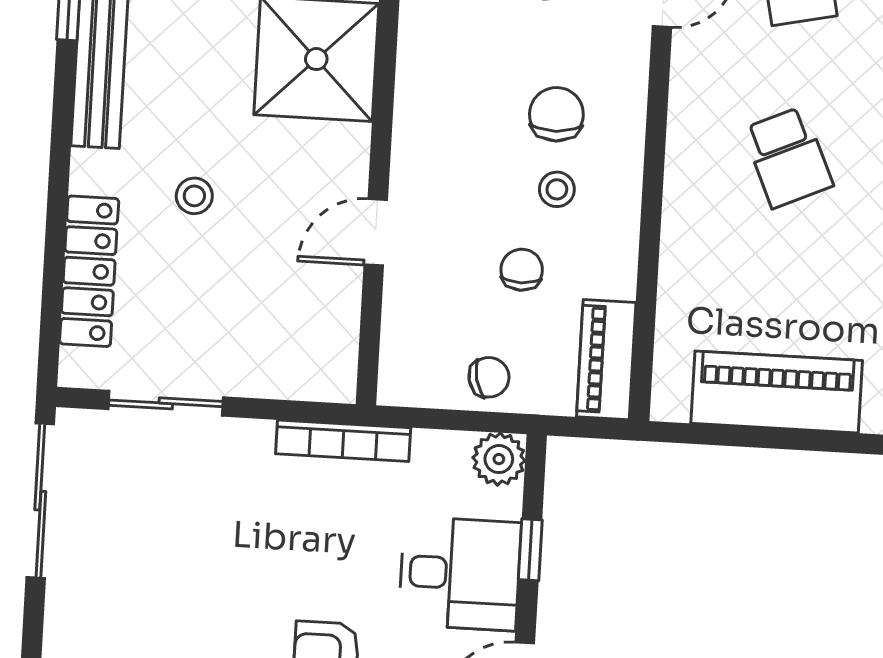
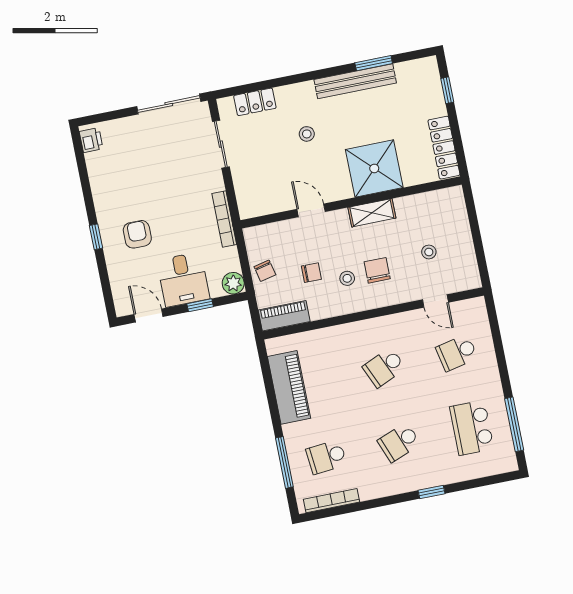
shelving: (418, 91) -> (372, 213), added
chair: (556, 114) -> (377, 270), turned -88
locker: (89, 271) -> (255, 102), width x0.66

